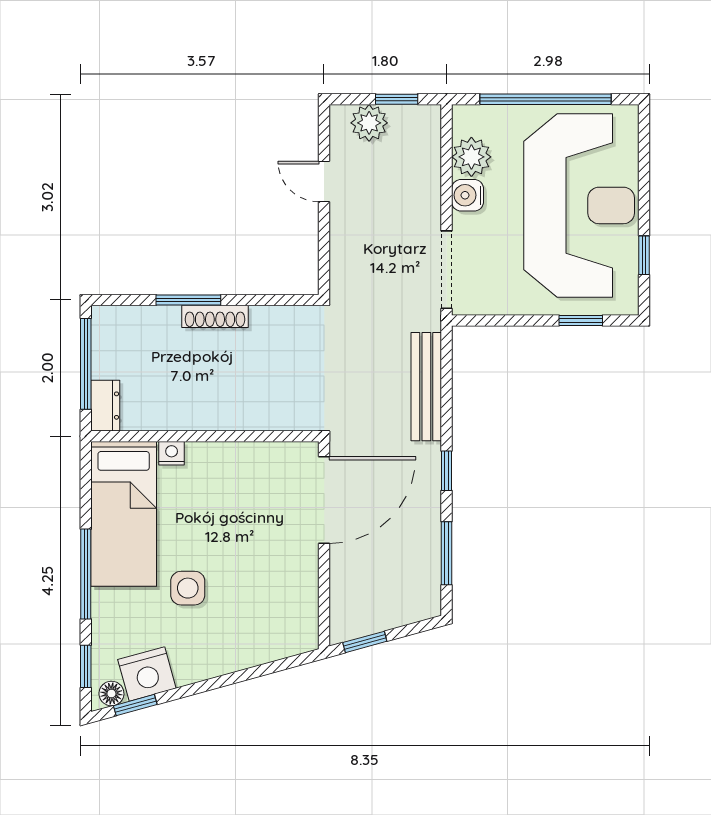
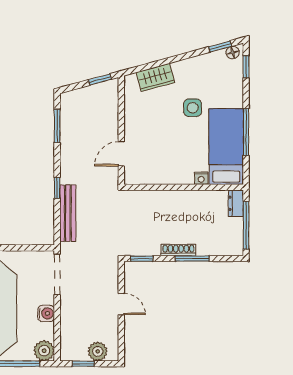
plant: (471, 157) -> (44, 351), moved
door: (324, 182) -> (121, 304), moved
window: (285, 300) -> (142, 259), added
window: (447, 471) -> (57, 188), moved
door: (324, 500) -> (121, 154), width x0.53
window: (86, 574) -> (246, 132), moved
wardrobe: (259, 646) -> (155, 77), added
nightstand: (147, 674) -> (214, 63), removed

